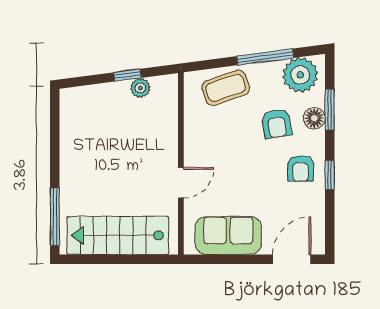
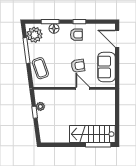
armchair: (277, 124) -> (78, 66), moved
stairs: (118, 235) -> (92, 134), moved, turned 90

